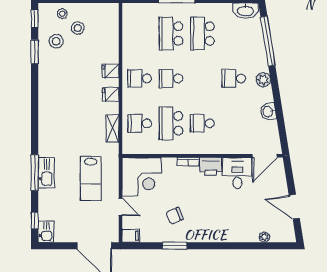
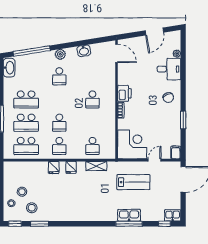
school desk: (171, 123) -> (26, 146), moved
desk: (237, 173) -> (169, 69), moved, turned 180
chair: (175, 216) -> (168, 98), moved

